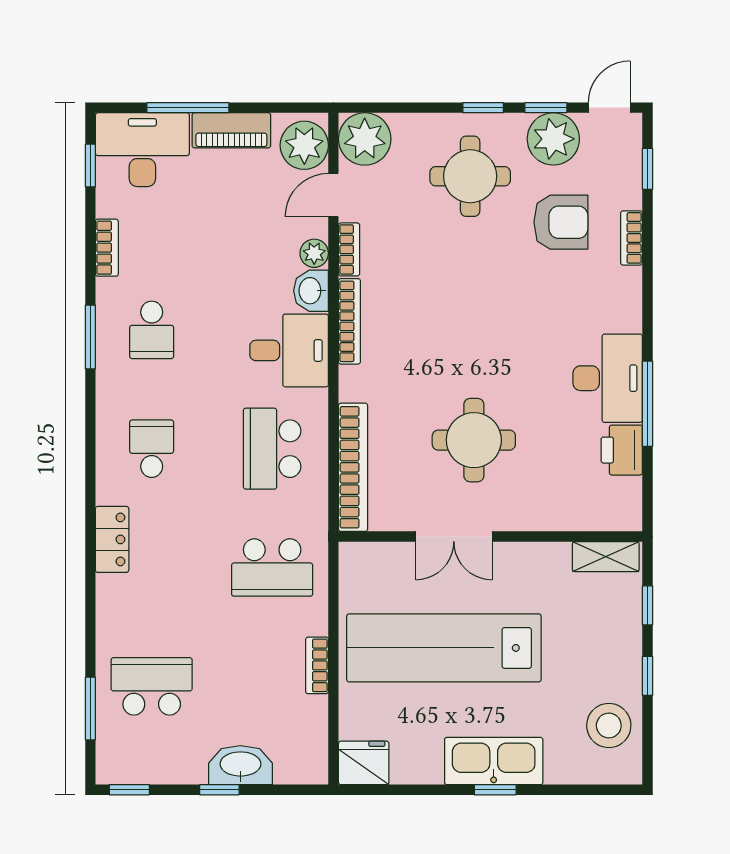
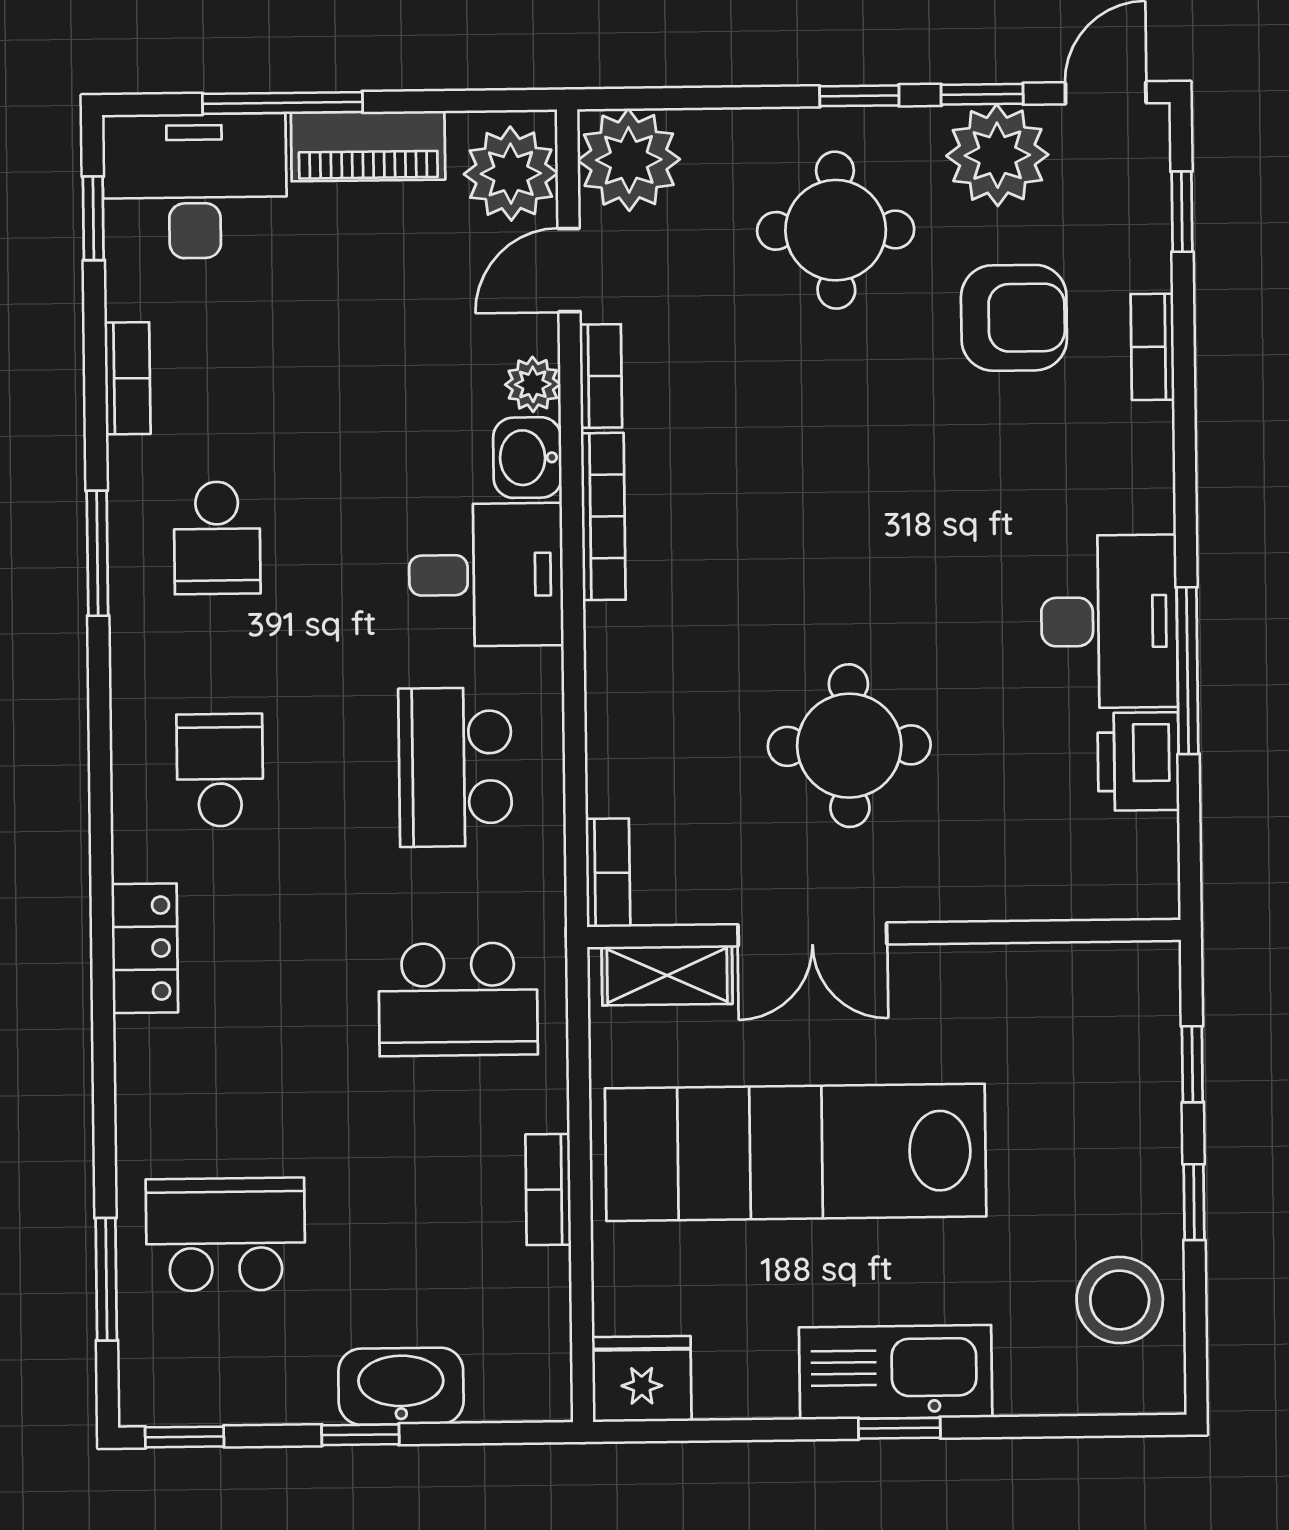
bookcase: (353, 467) -> (608, 873), width x0.43, depth x0.76
shelving: (606, 557) -> (667, 975), moved

